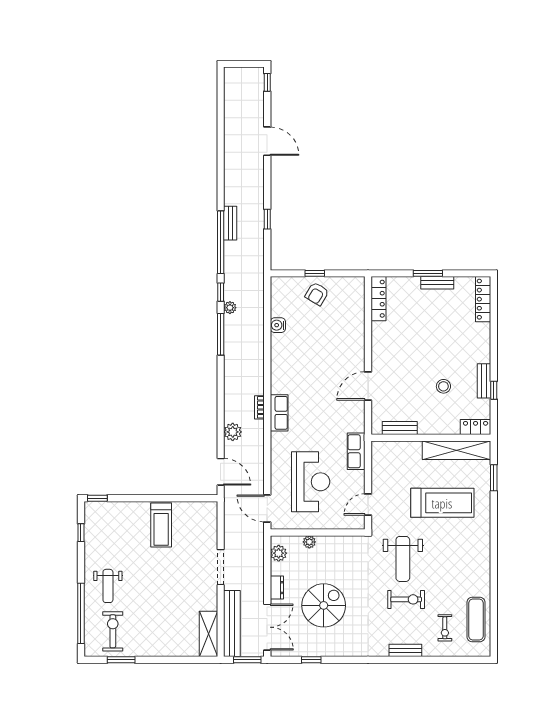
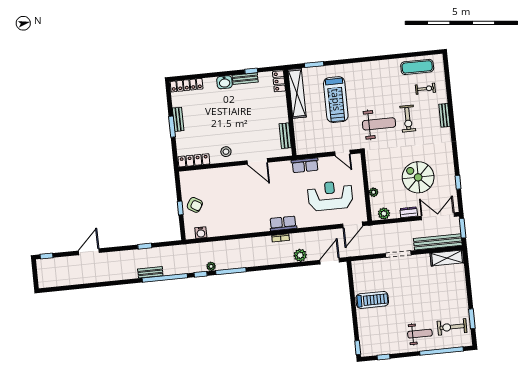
water cooler: (278, 325) -> (201, 233), moved
washbasin: (482, 352) -> (225, 82), added
stool: (443, 386) -> (226, 152), moved
treadmill: (442, 503) -> (336, 100), turned 180
exercise bike: (406, 599) -> (408, 119), turned 180

